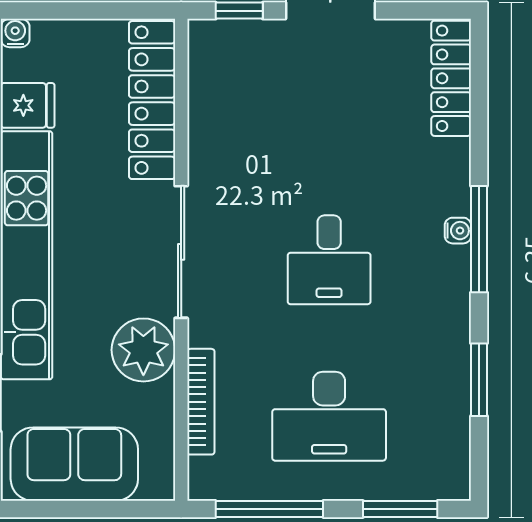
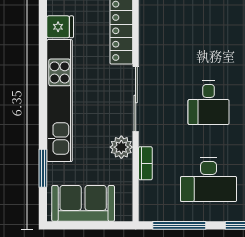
plant: (143, 350) -> (121, 147), width x0.73, depth x0.73
bookcase: (201, 402) -> (145, 163), width x0.64

